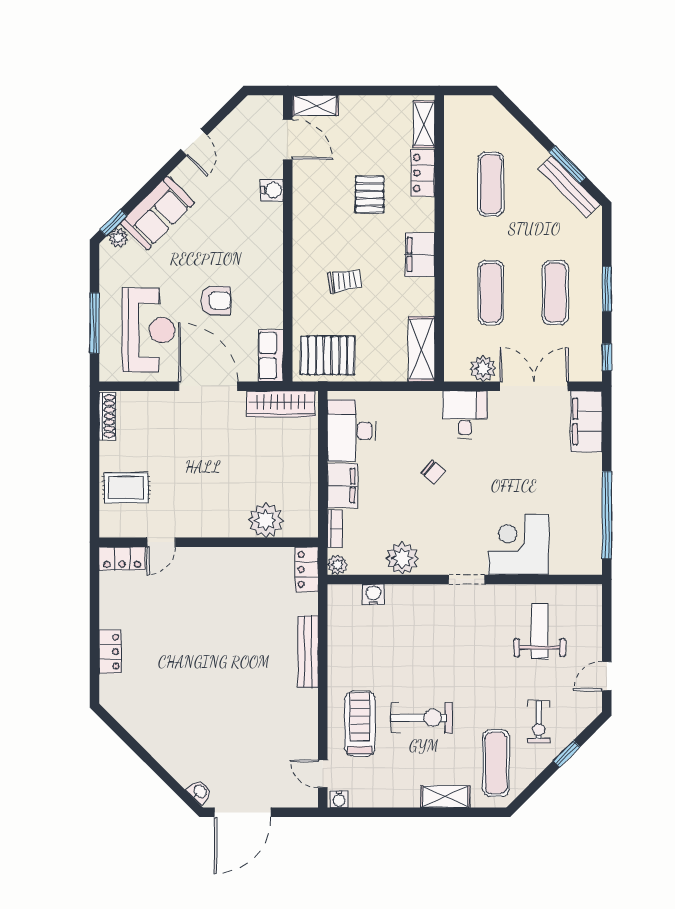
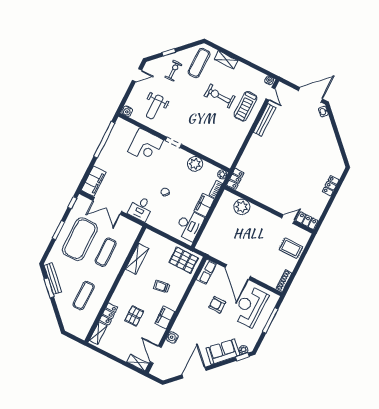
door: (194, 142) -> (194, 373), width x1.87
filing cabinet: (420, 255) -> (165, 318), moved, turned 180
exercise mat: (555, 293) -> (80, 239), width x2.00, depth x1.45
shelving: (421, 349) -> (137, 259), moved
plant: (483, 369) -> (124, 223), removed
wardrobe: (281, 404) -> (212, 250), removed
water cooler: (374, 595) -> (127, 111), moved
bench: (308, 652) -> (265, 120), moved

